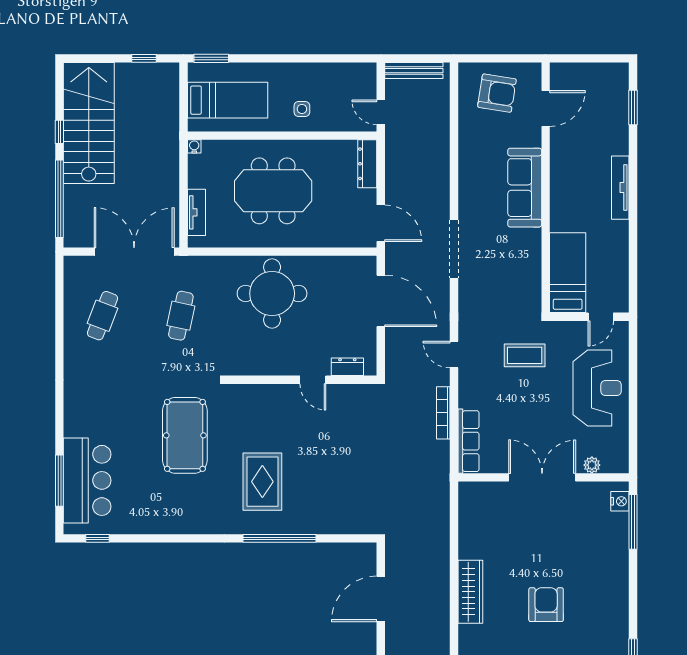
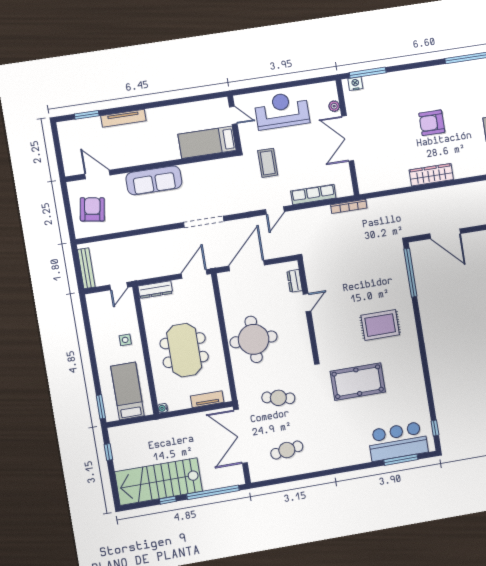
tv unit: (620, 188) -> (123, 118), moved
cafe table: (102, 316) -> (287, 450), turned -30
bookcase: (443, 413) -> (349, 206), moved
row of seats: (469, 441) -> (313, 194), moved
window: (279, 538) -> (410, 273), moved

